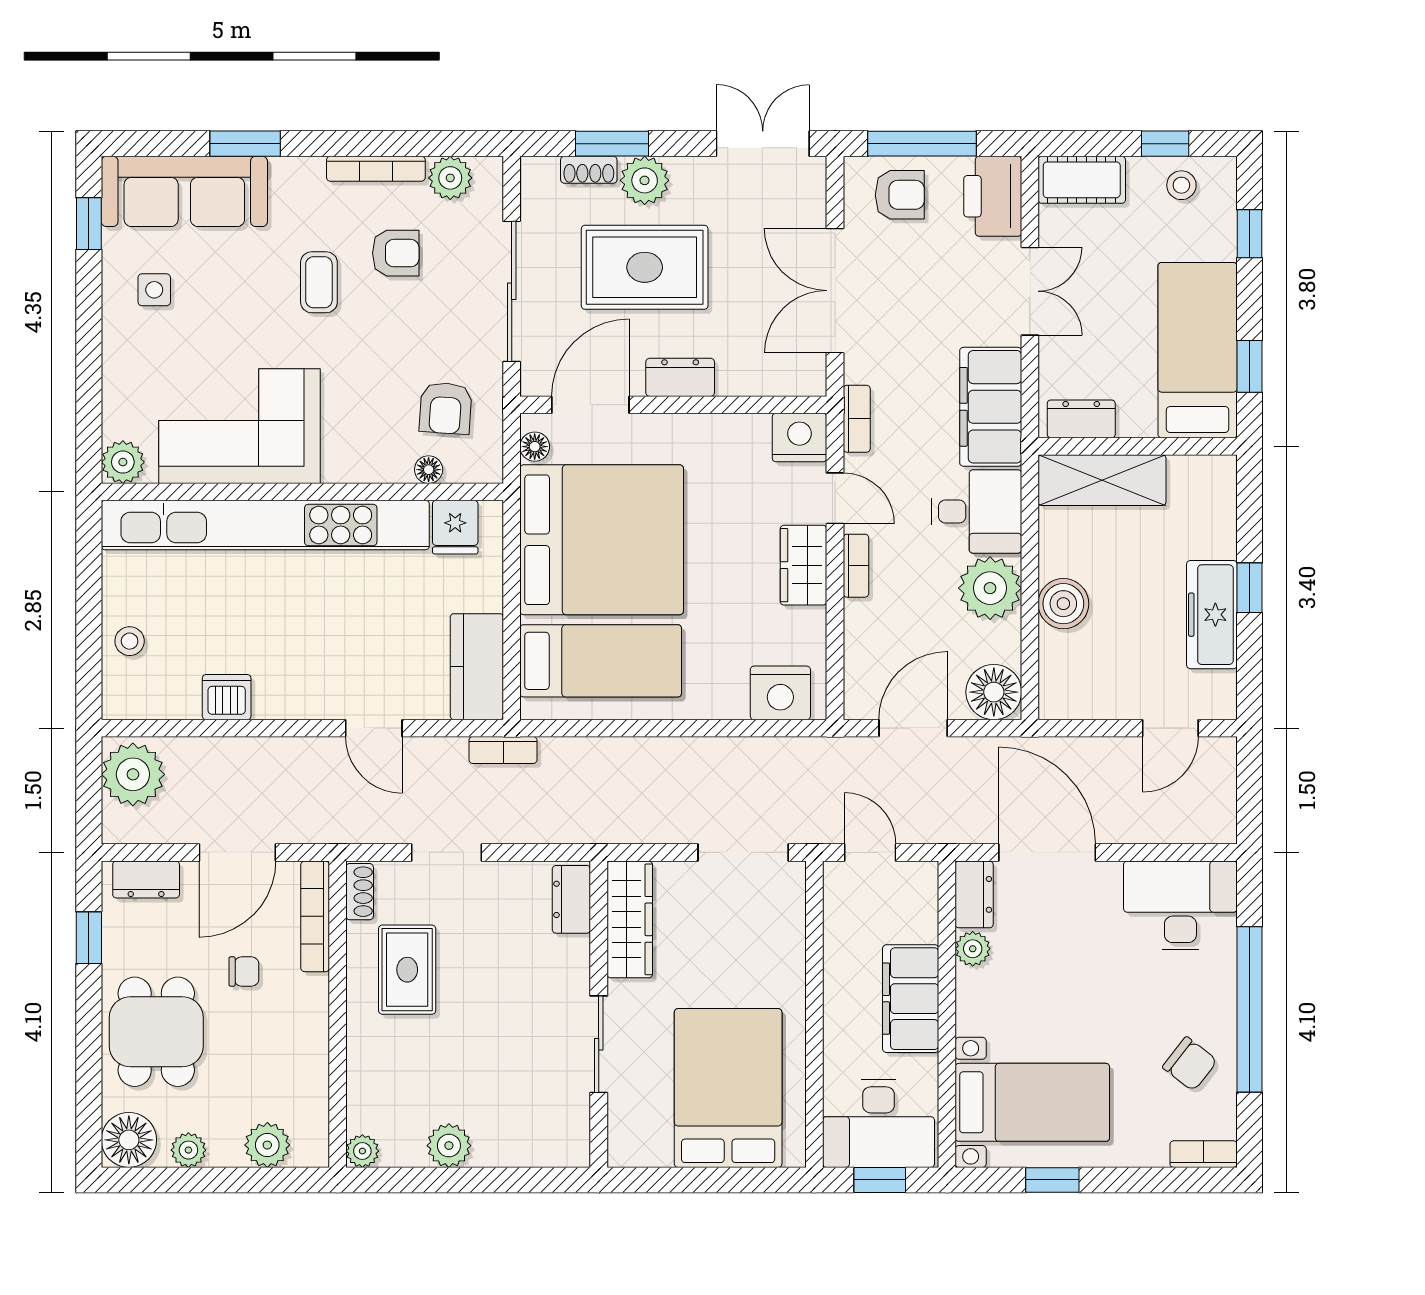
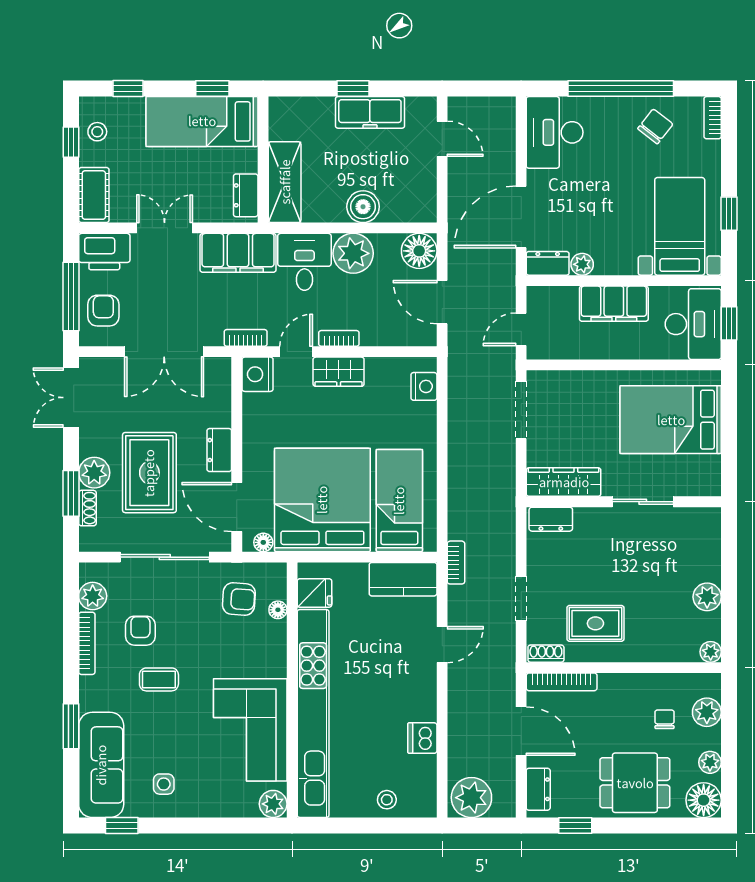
nightstand: (780, 693) -> (424, 386), width x0.74, depth x0.75
chair: (244, 972) -> (665, 719), moved

